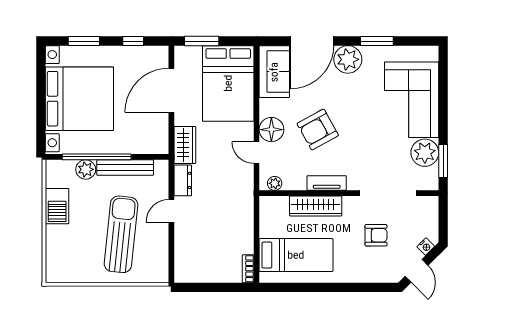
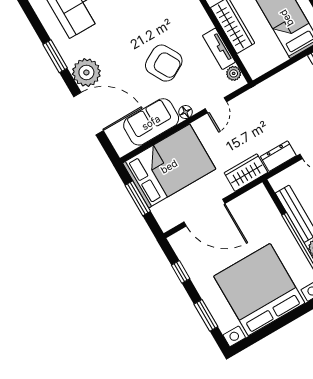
window: (202, 41) -> (138, 198), moved
sofa: (274, 72) -> (151, 122), moved
floor lamp: (271, 130) -> (186, 112), width x0.53, depth x0.53
tv unit: (327, 183) -> (219, 49), moved

